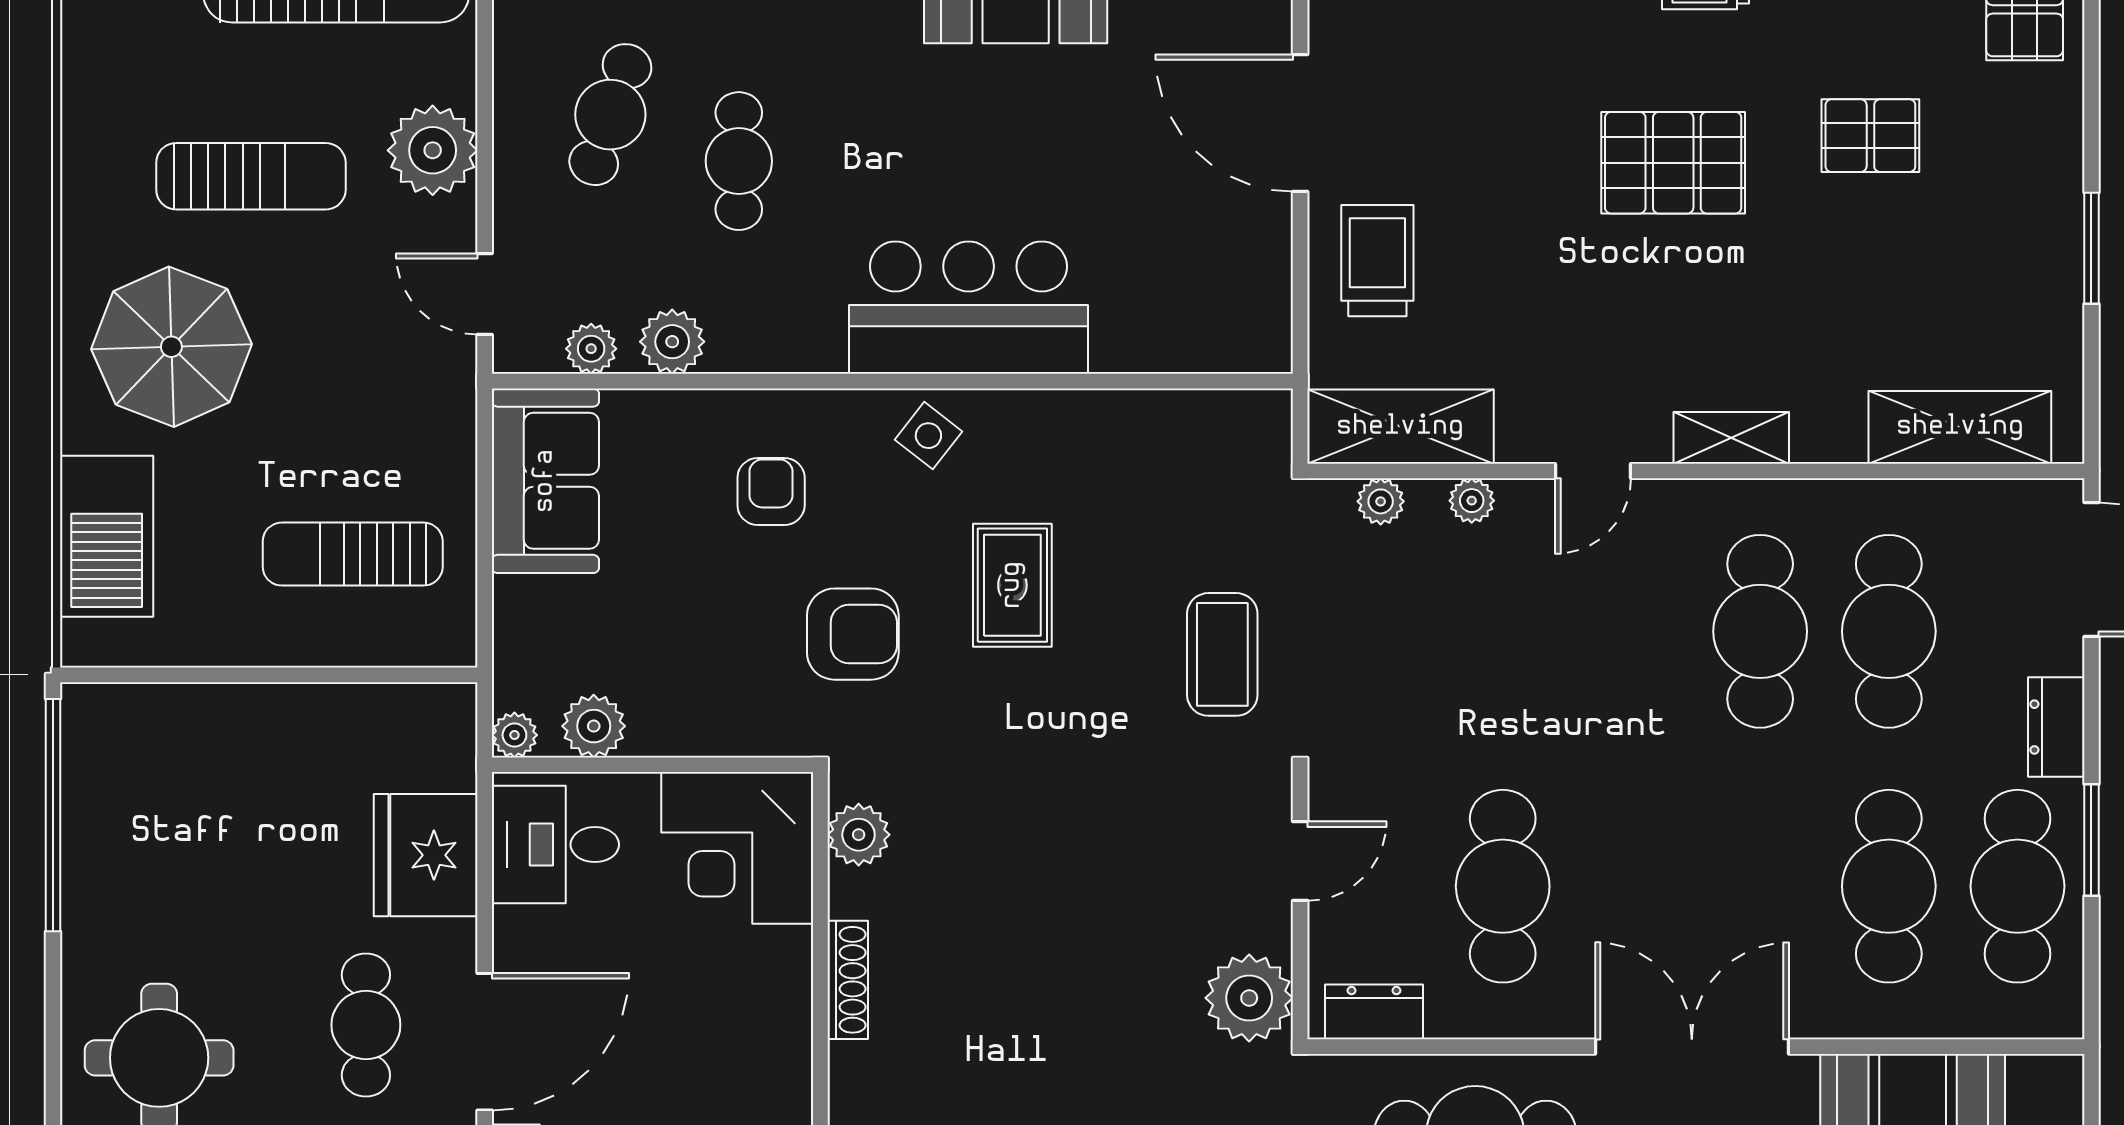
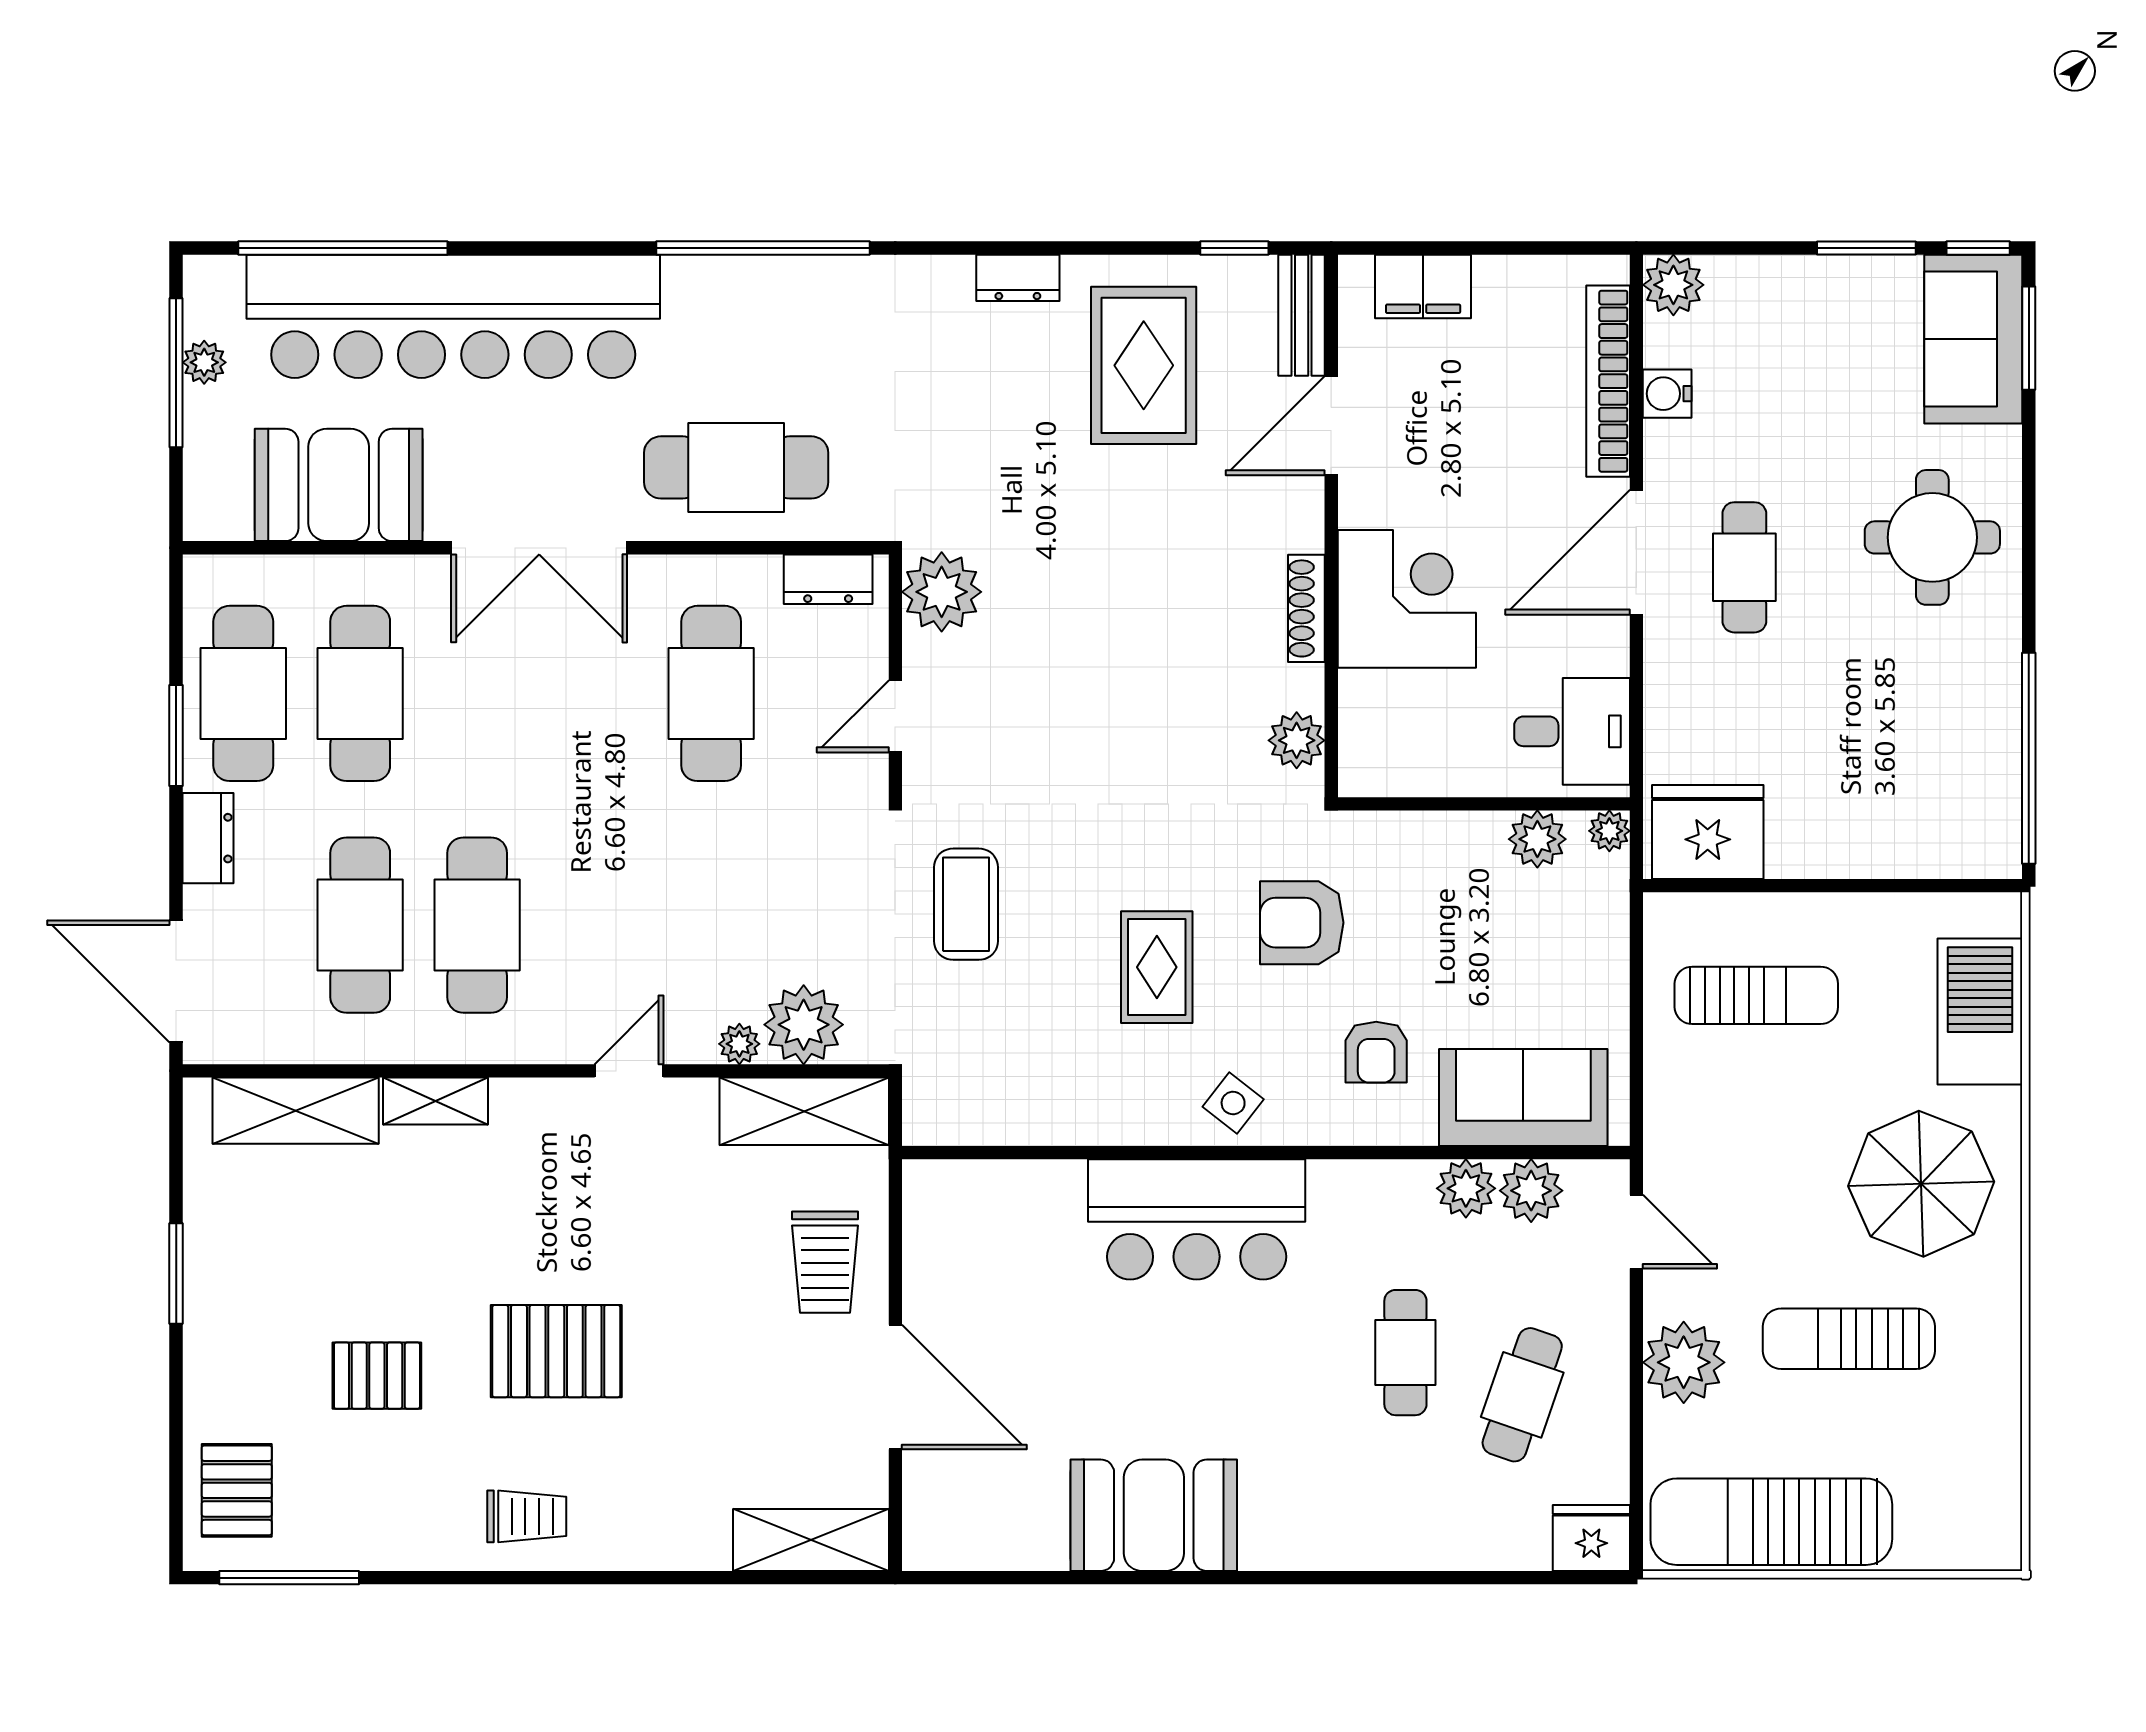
plant: (591, 349) -> (1531, 1191), width x1.38, depth x1.38
shelving: (1731, 438) -> (435, 1101), moved
sofa: (545, 481) -> (1523, 1097), moved, turned 90
plant: (1381, 501) -> (804, 1025), width x1.88, depth x1.88
corner desk: (737, 848) -> (1407, 599), moved
fridge: (426, 855) -> (1708, 832), moved, turned -90

